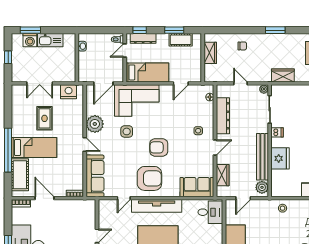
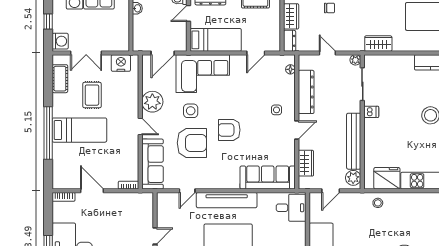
dresser: (209, 73) -> (290, 41), added
washing machine: (18, 74) -> (60, 41), added
fridge: (280, 158) -> (387, 178), moved, turned -90
cot: (20, 175) -> (60, 79), moved, width x0.73, depth x0.75
armchair: (149, 178) -> (192, 143), moved
sofa: (197, 187) -> (268, 178), width x1.36

